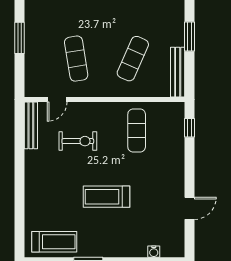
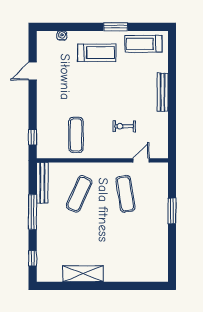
window: (190, 37) -> (33, 212), width x1.44
bench: (31, 125) -> (163, 92), moved
exercise bike: (78, 141) -> (124, 126), width x0.73, depth x0.72
treadmill: (107, 197) -> (97, 53), moved

